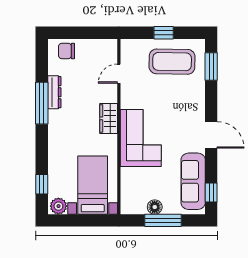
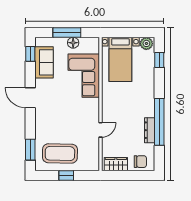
door: (119, 74) -> (100, 130), moved
window: (42, 103) -> (159, 122), width x1.46
wardrobe: (109, 118) -> (116, 164), moved, turned -90
corner sofa: (141, 138) -> (84, 76), moved
sofa: (193, 181) -> (44, 62), width x0.73

